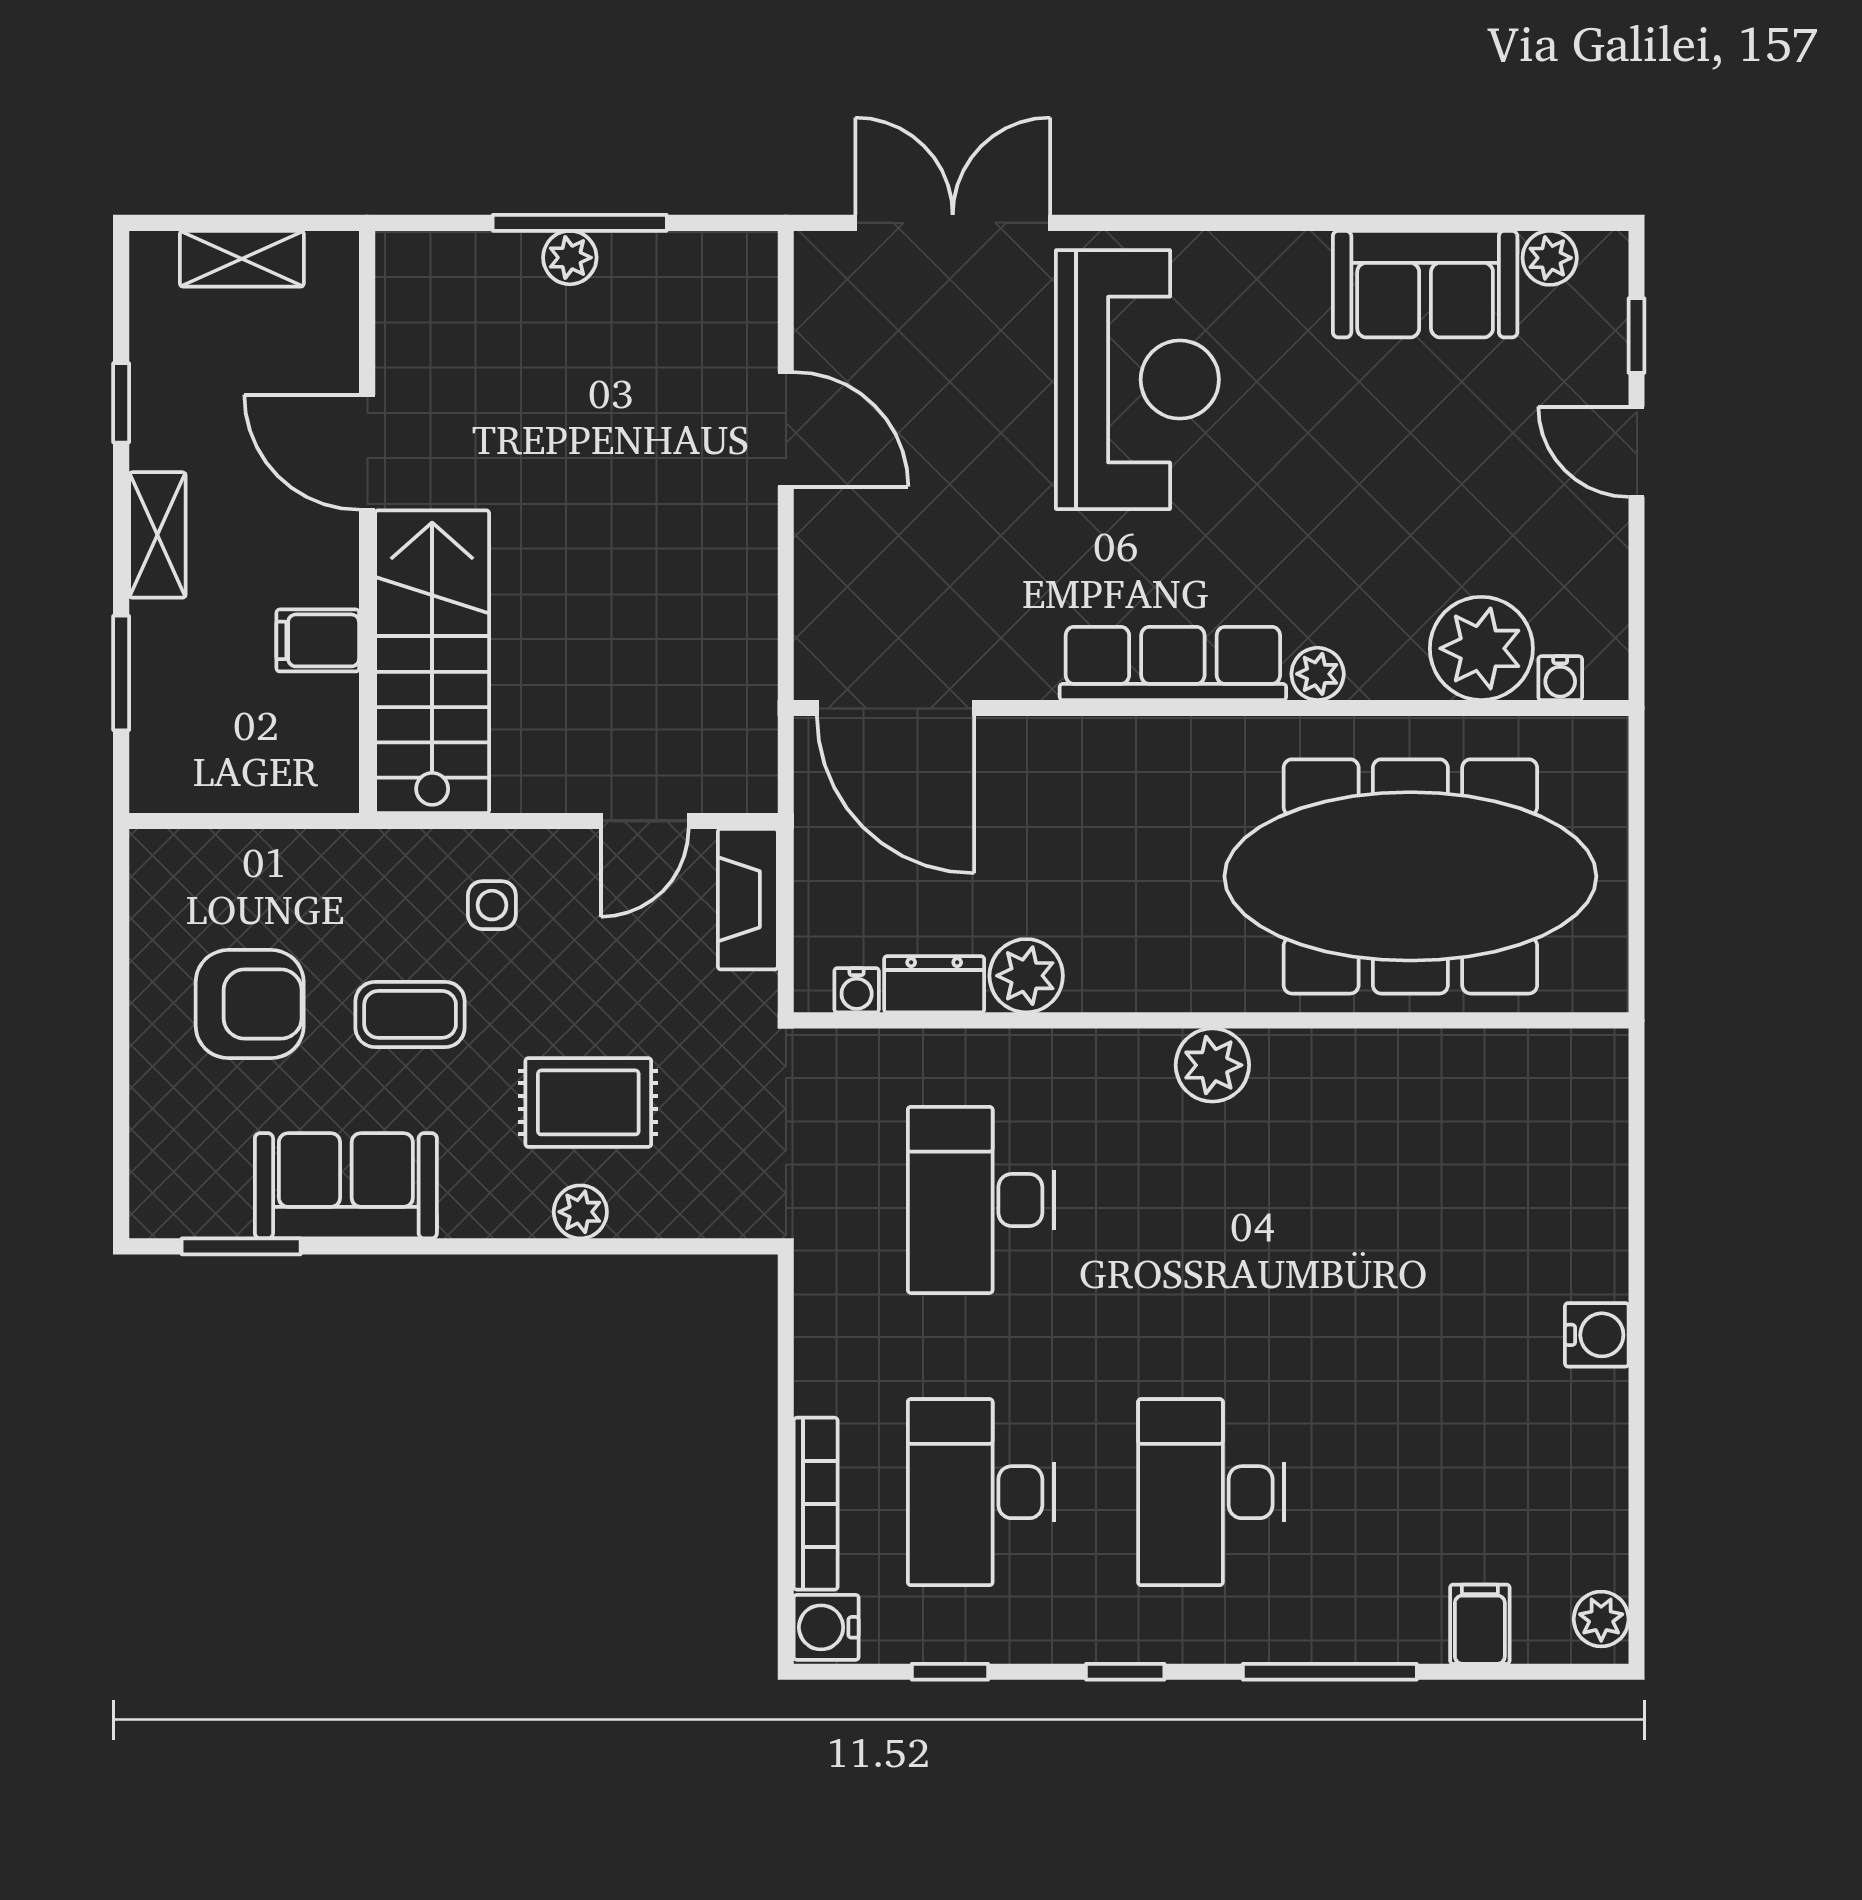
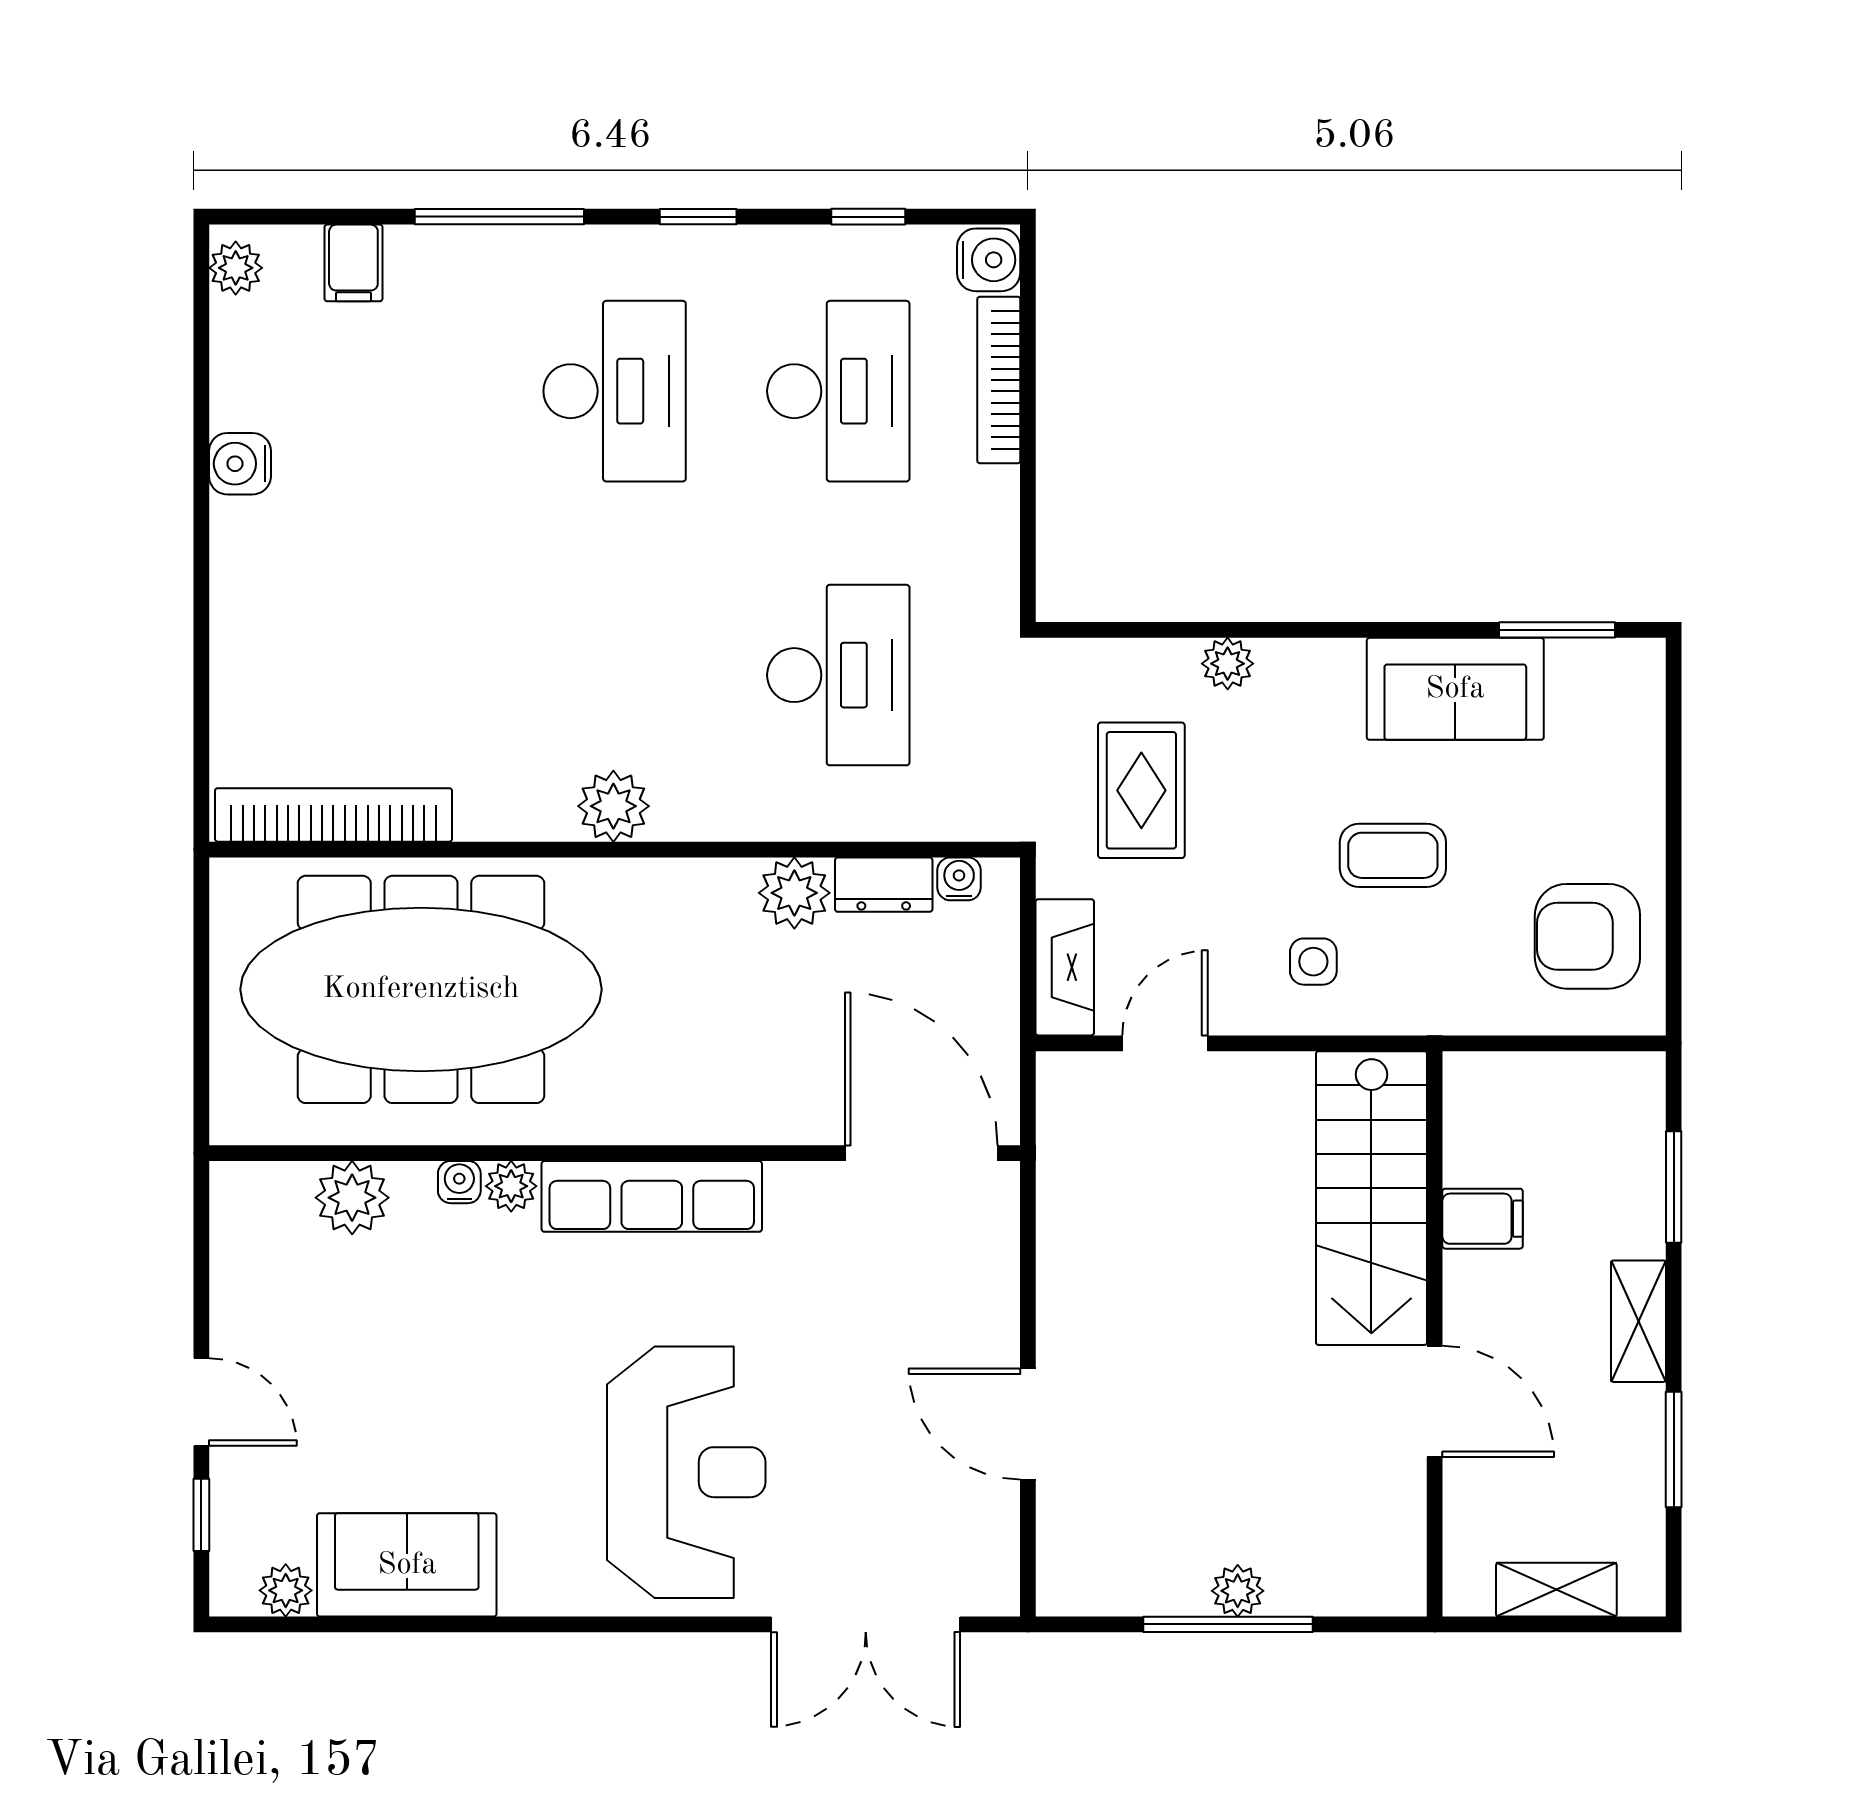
reception desk: (1137, 380) -> (686, 1472), turned 180
window: (121, 403) -> (1674, 1450), width x1.50
plant: (1481, 648) -> (352, 1198), width x0.73, depth x0.73
water cooler: (1560, 678) -> (459, 1182), moved
armchair: (250, 1004) -> (1587, 936), moved
bookcase: (1500, 1056) -> (333, 815), added
rug: (588, 1102) -> (1141, 790), moved, turned 90
water cooler: (1597, 1335) -> (240, 464), moved

